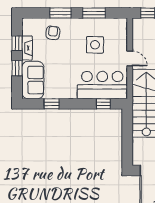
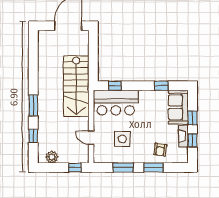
door: (130, 58) -> (91, 138), moved

